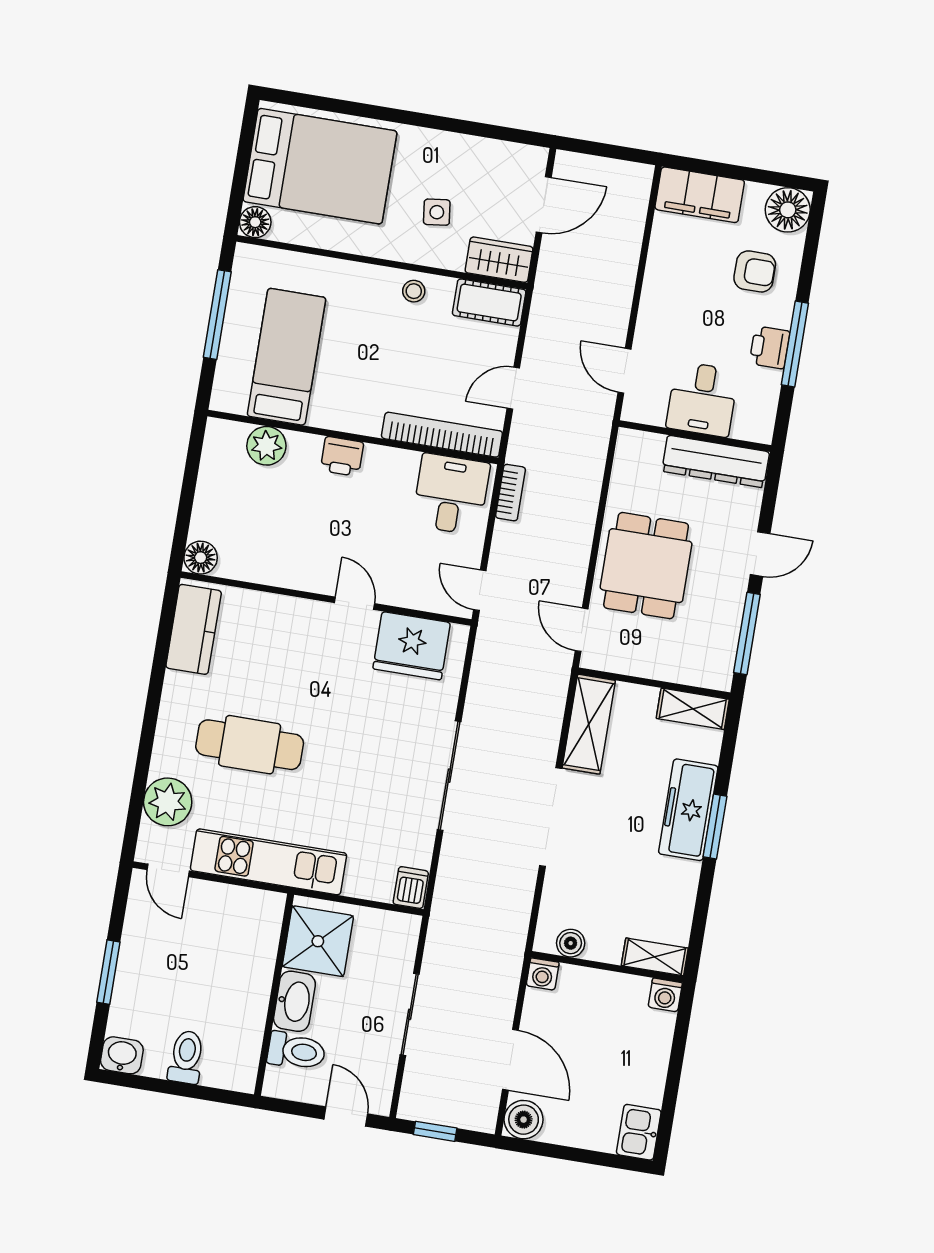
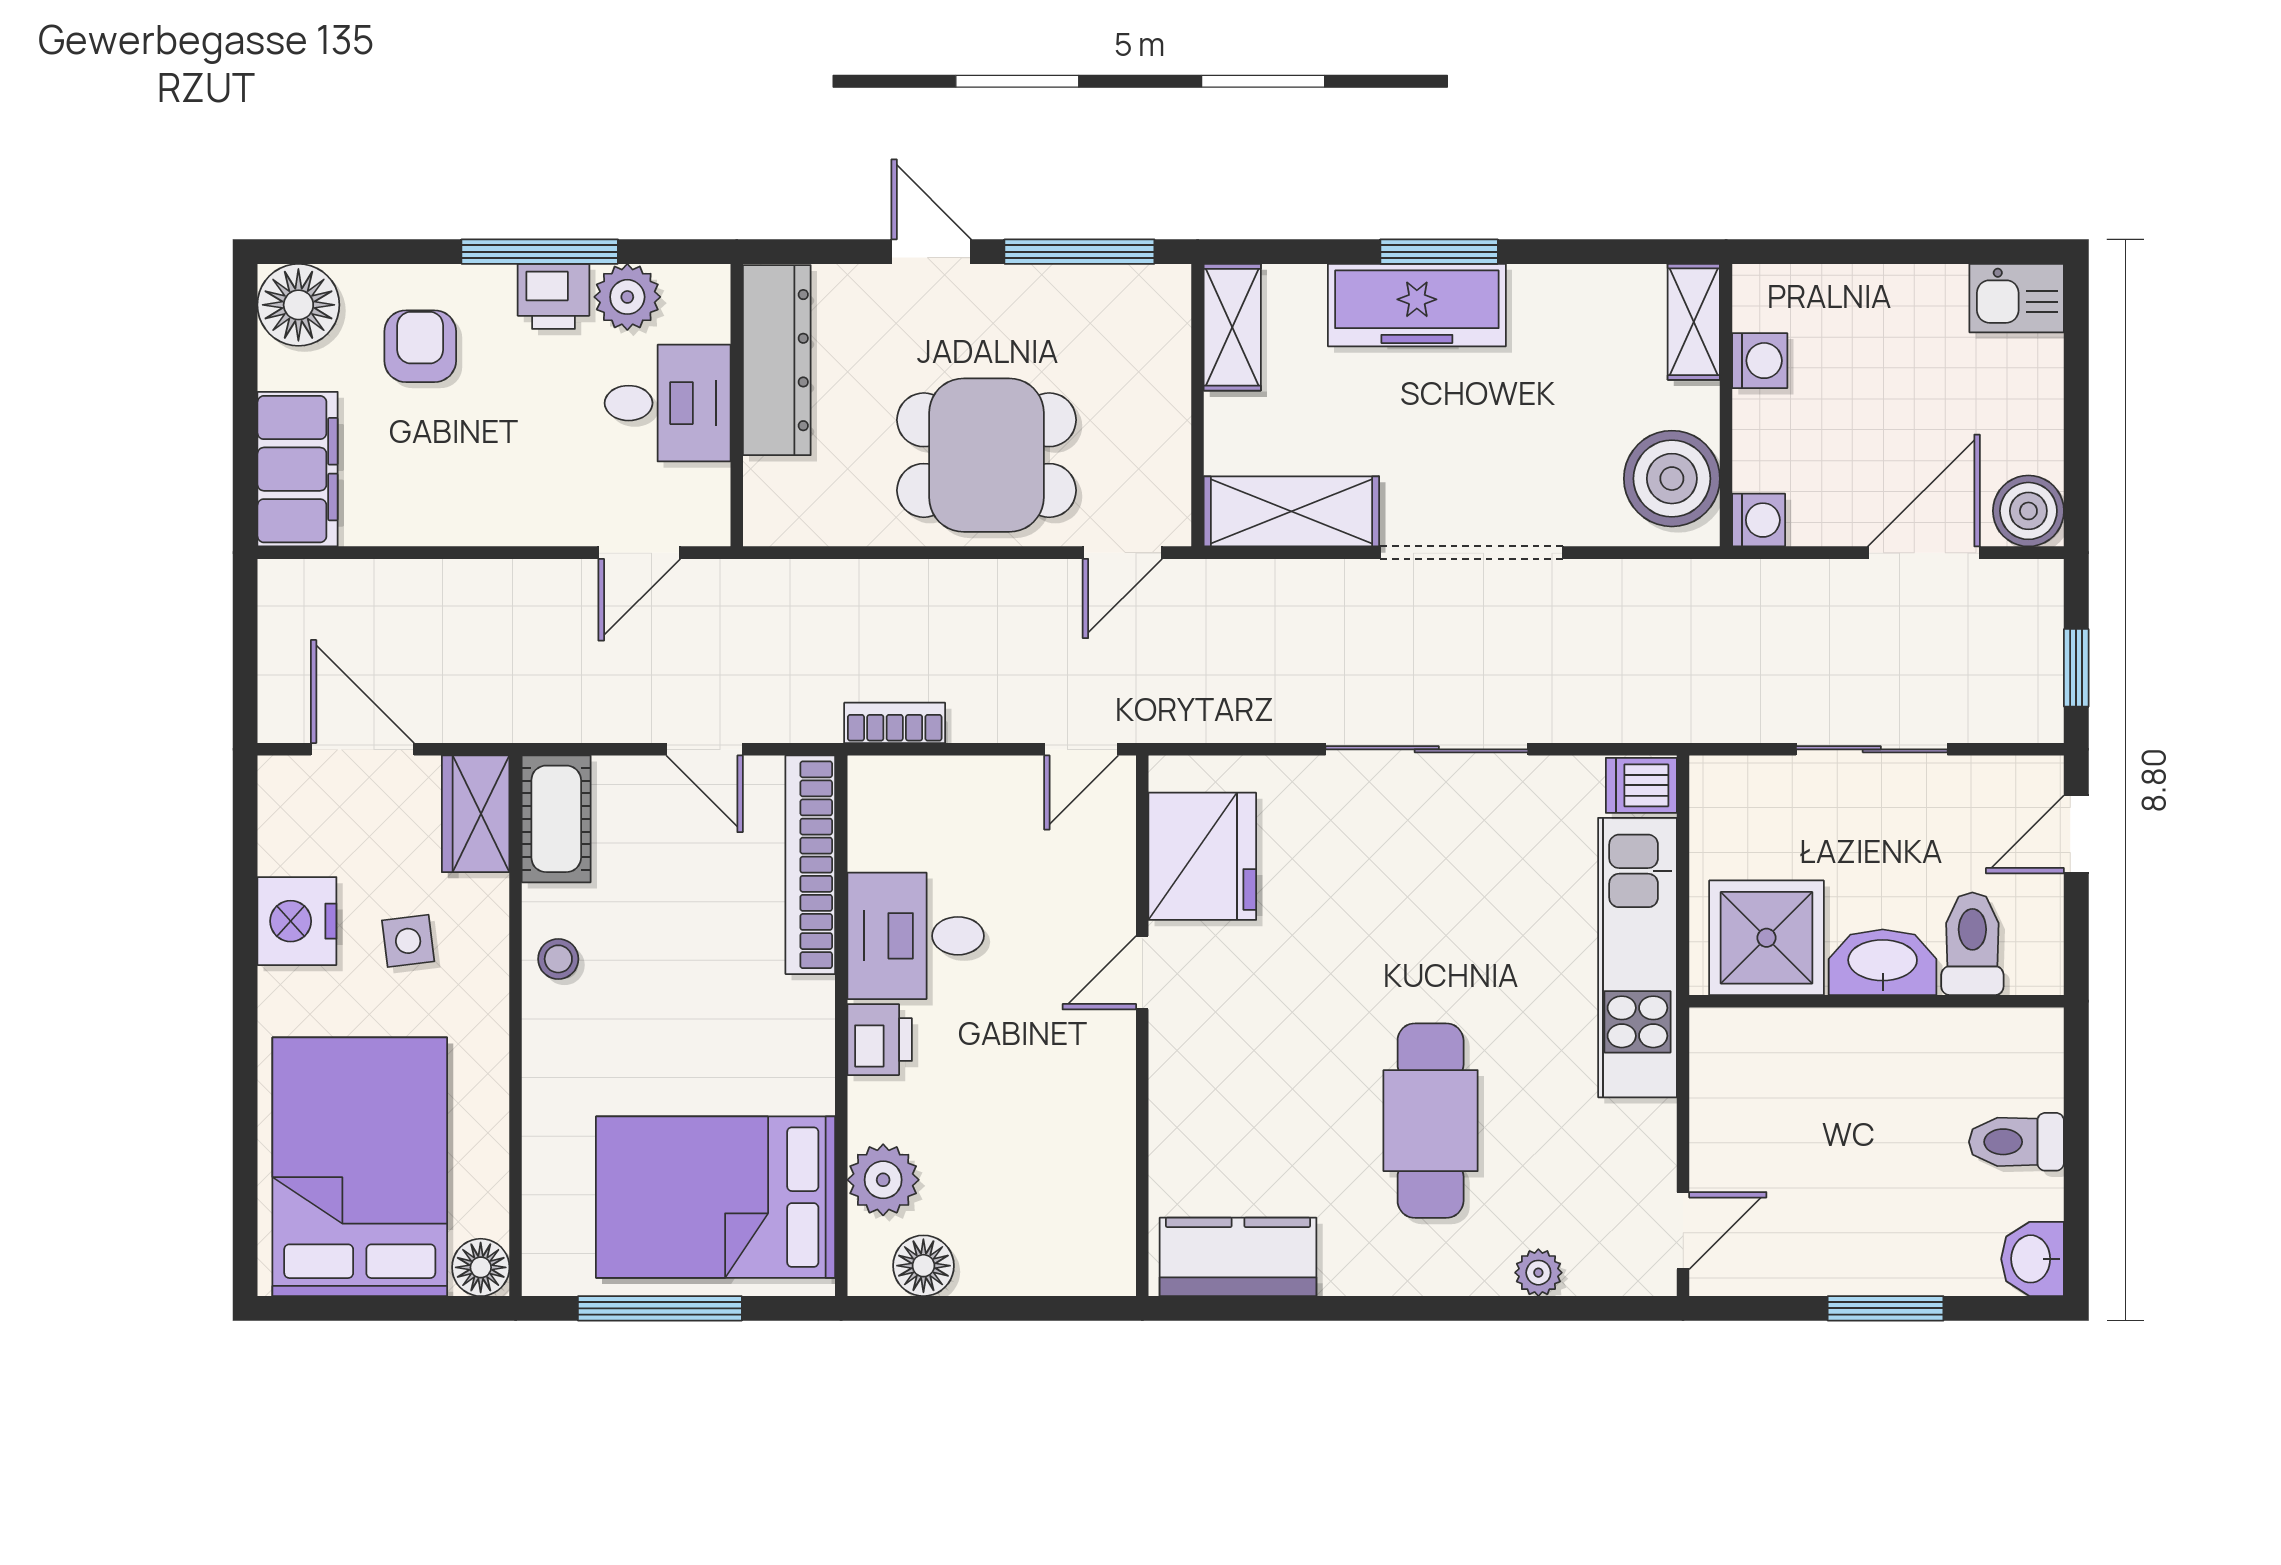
nightstand: (457, 154) -> (297, 921), added
bed: (286, 357) -> (715, 1197), width x1.50
plant: (763, 387) -> (627, 297), added
desk: (451, 494) -> (916, 936), moved
floor lamp: (201, 558) -> (923, 1266), moved
plant: (168, 802) -> (1538, 1273), width x0.53, depth x0.53
kitchen unit: (269, 862) -> (1637, 958), moved
boiler: (571, 943) -> (1672, 479), width x1.86, depth x1.86
washing machine: (665, 995) -> (1760, 361), moved

